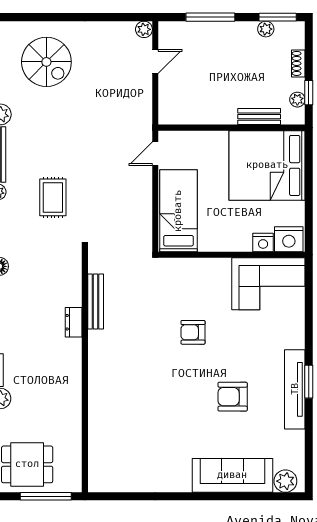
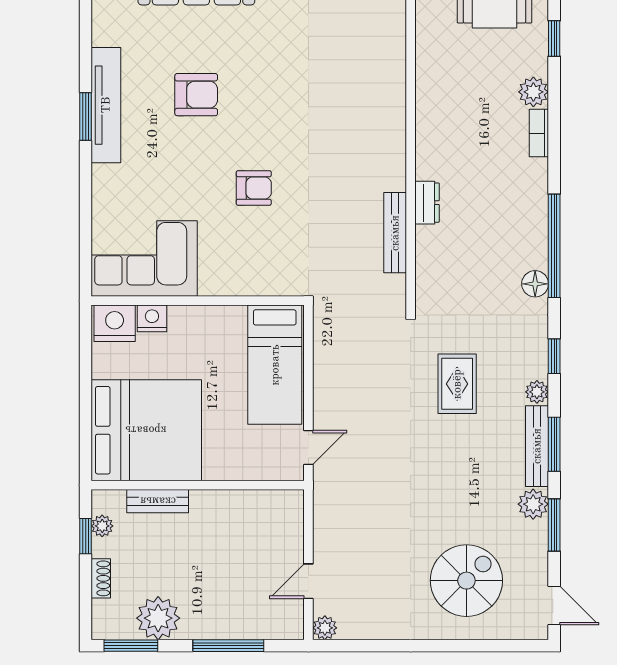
plant: (266, 29) -> (158, 618), width x1.87, depth x1.87
spiral stairs: (46, 62) -> (466, 581), turned 90

